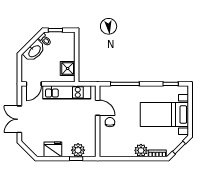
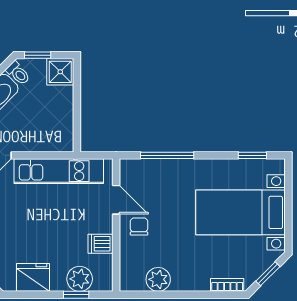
shower: (68, 69) -> (60, 72), moved
dishwasher: (89, 131) -> (100, 244), added
plant: (141, 150) -> (158, 279), moved

